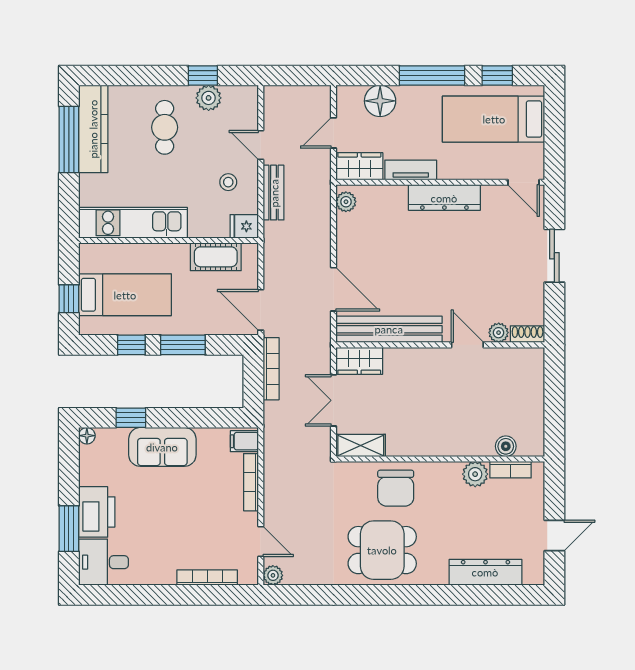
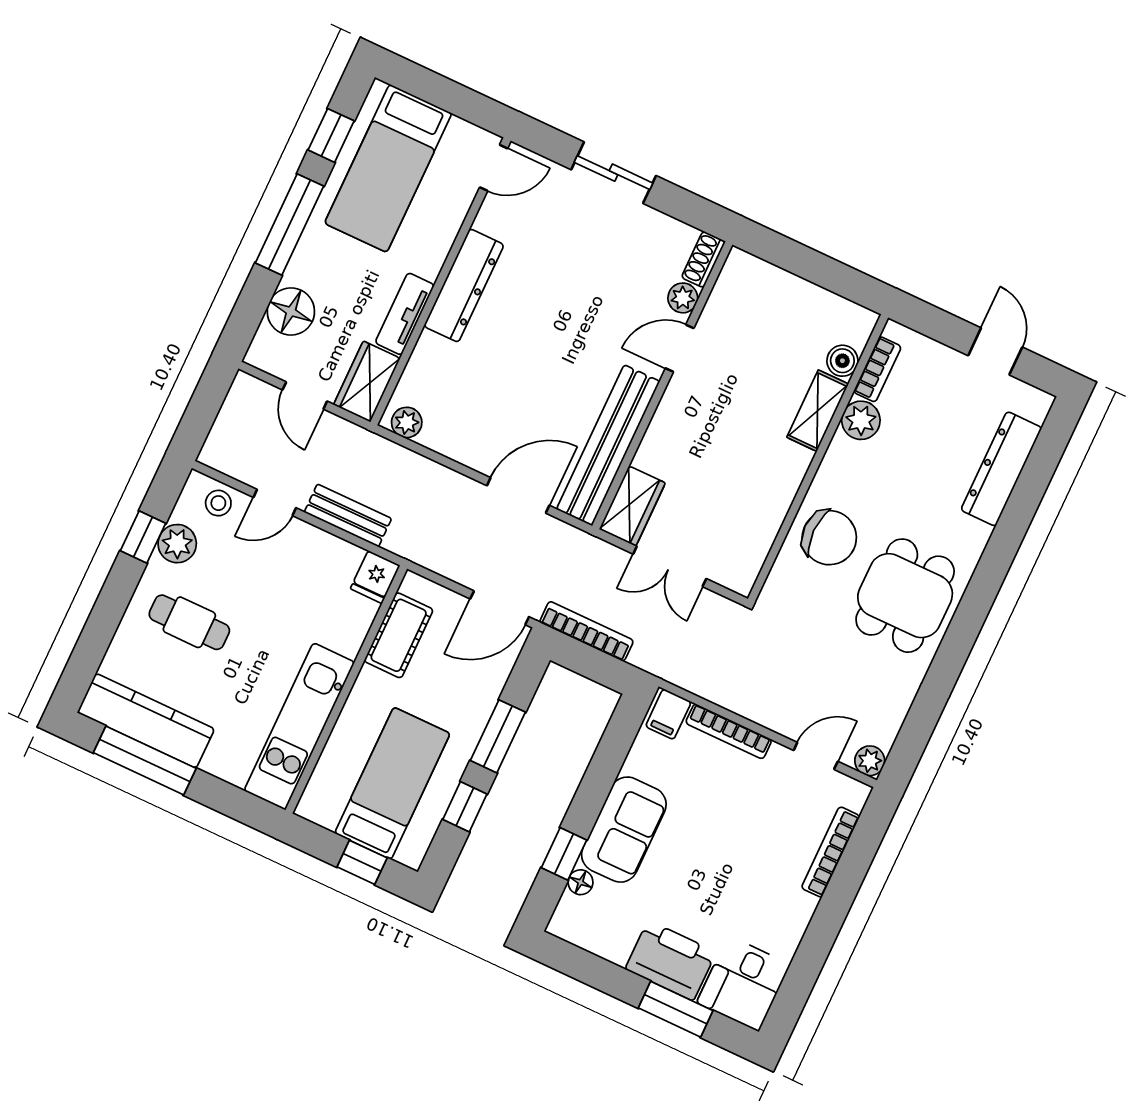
stool: (228, 182) -> (218, 503), moved
floor lamp: (87, 436) -> (581, 882), moved
shelving: (361, 445) -> (818, 411), moved

